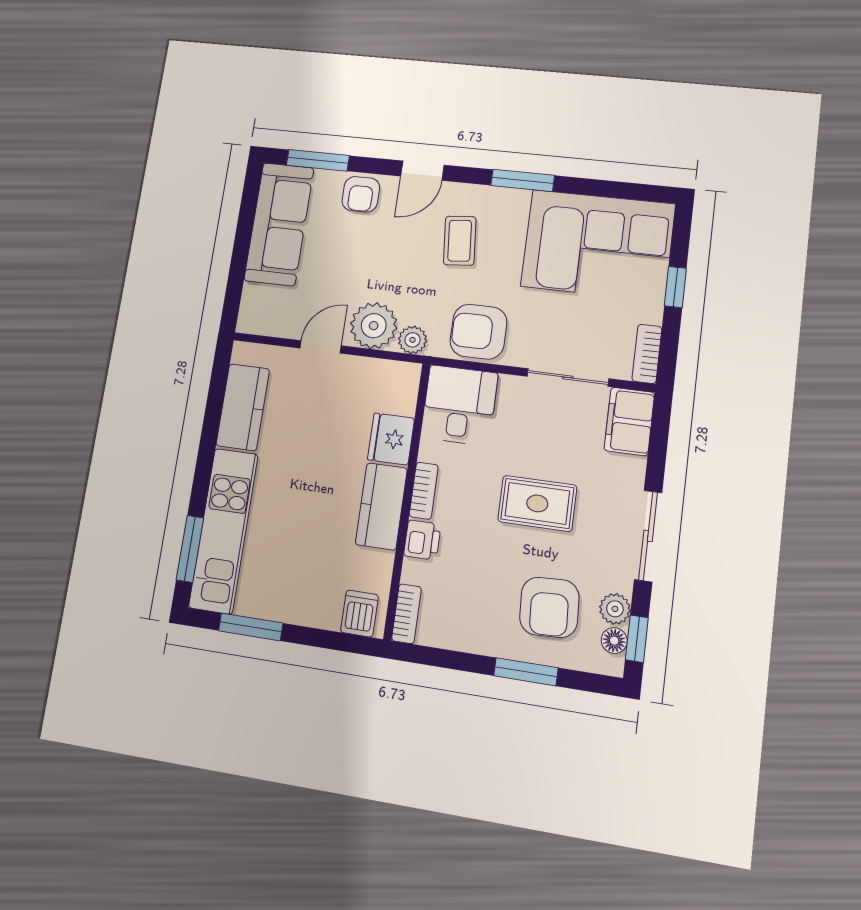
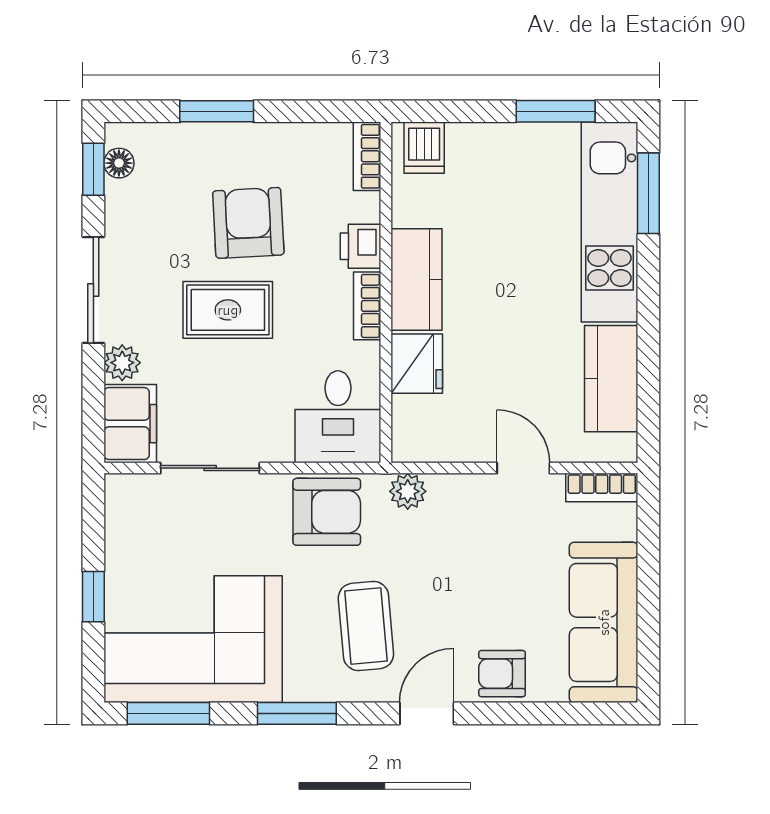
window: (318, 160) -> (168, 713), moved
armchair: (361, 194) -> (502, 674), turned -90
coffee table: (460, 241) -> (366, 626), width x1.36, depth x1.30
plant: (374, 326) -> (460, 503), removed
door: (321, 347) -> (523, 468), swing flipped
bookcase: (647, 354) -> (602, 488), moved, turned 90
armchair: (549, 607) -> (248, 223), moved
plant: (615, 609) -> (122, 363), moved

